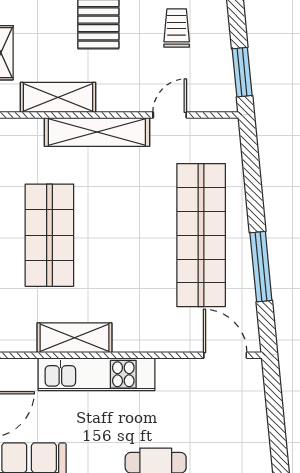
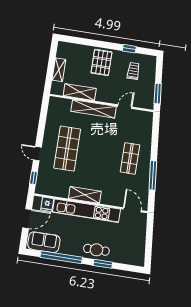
shop shelf: (201, 235) -> (130, 158), width x0.50, depth x0.74
shelving: (75, 338) -> (85, 195), moved
fridge: (23, 374) -> (47, 204), added
kitchen unit: (97, 374) -> (86, 211), width x1.36

